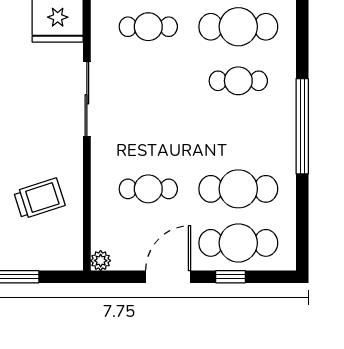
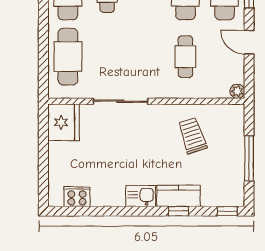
cafe table: (148, 27) -> (68, 57), width x1.37, depth x1.35
door: (168, 277) -> (249, 42), width x0.73

